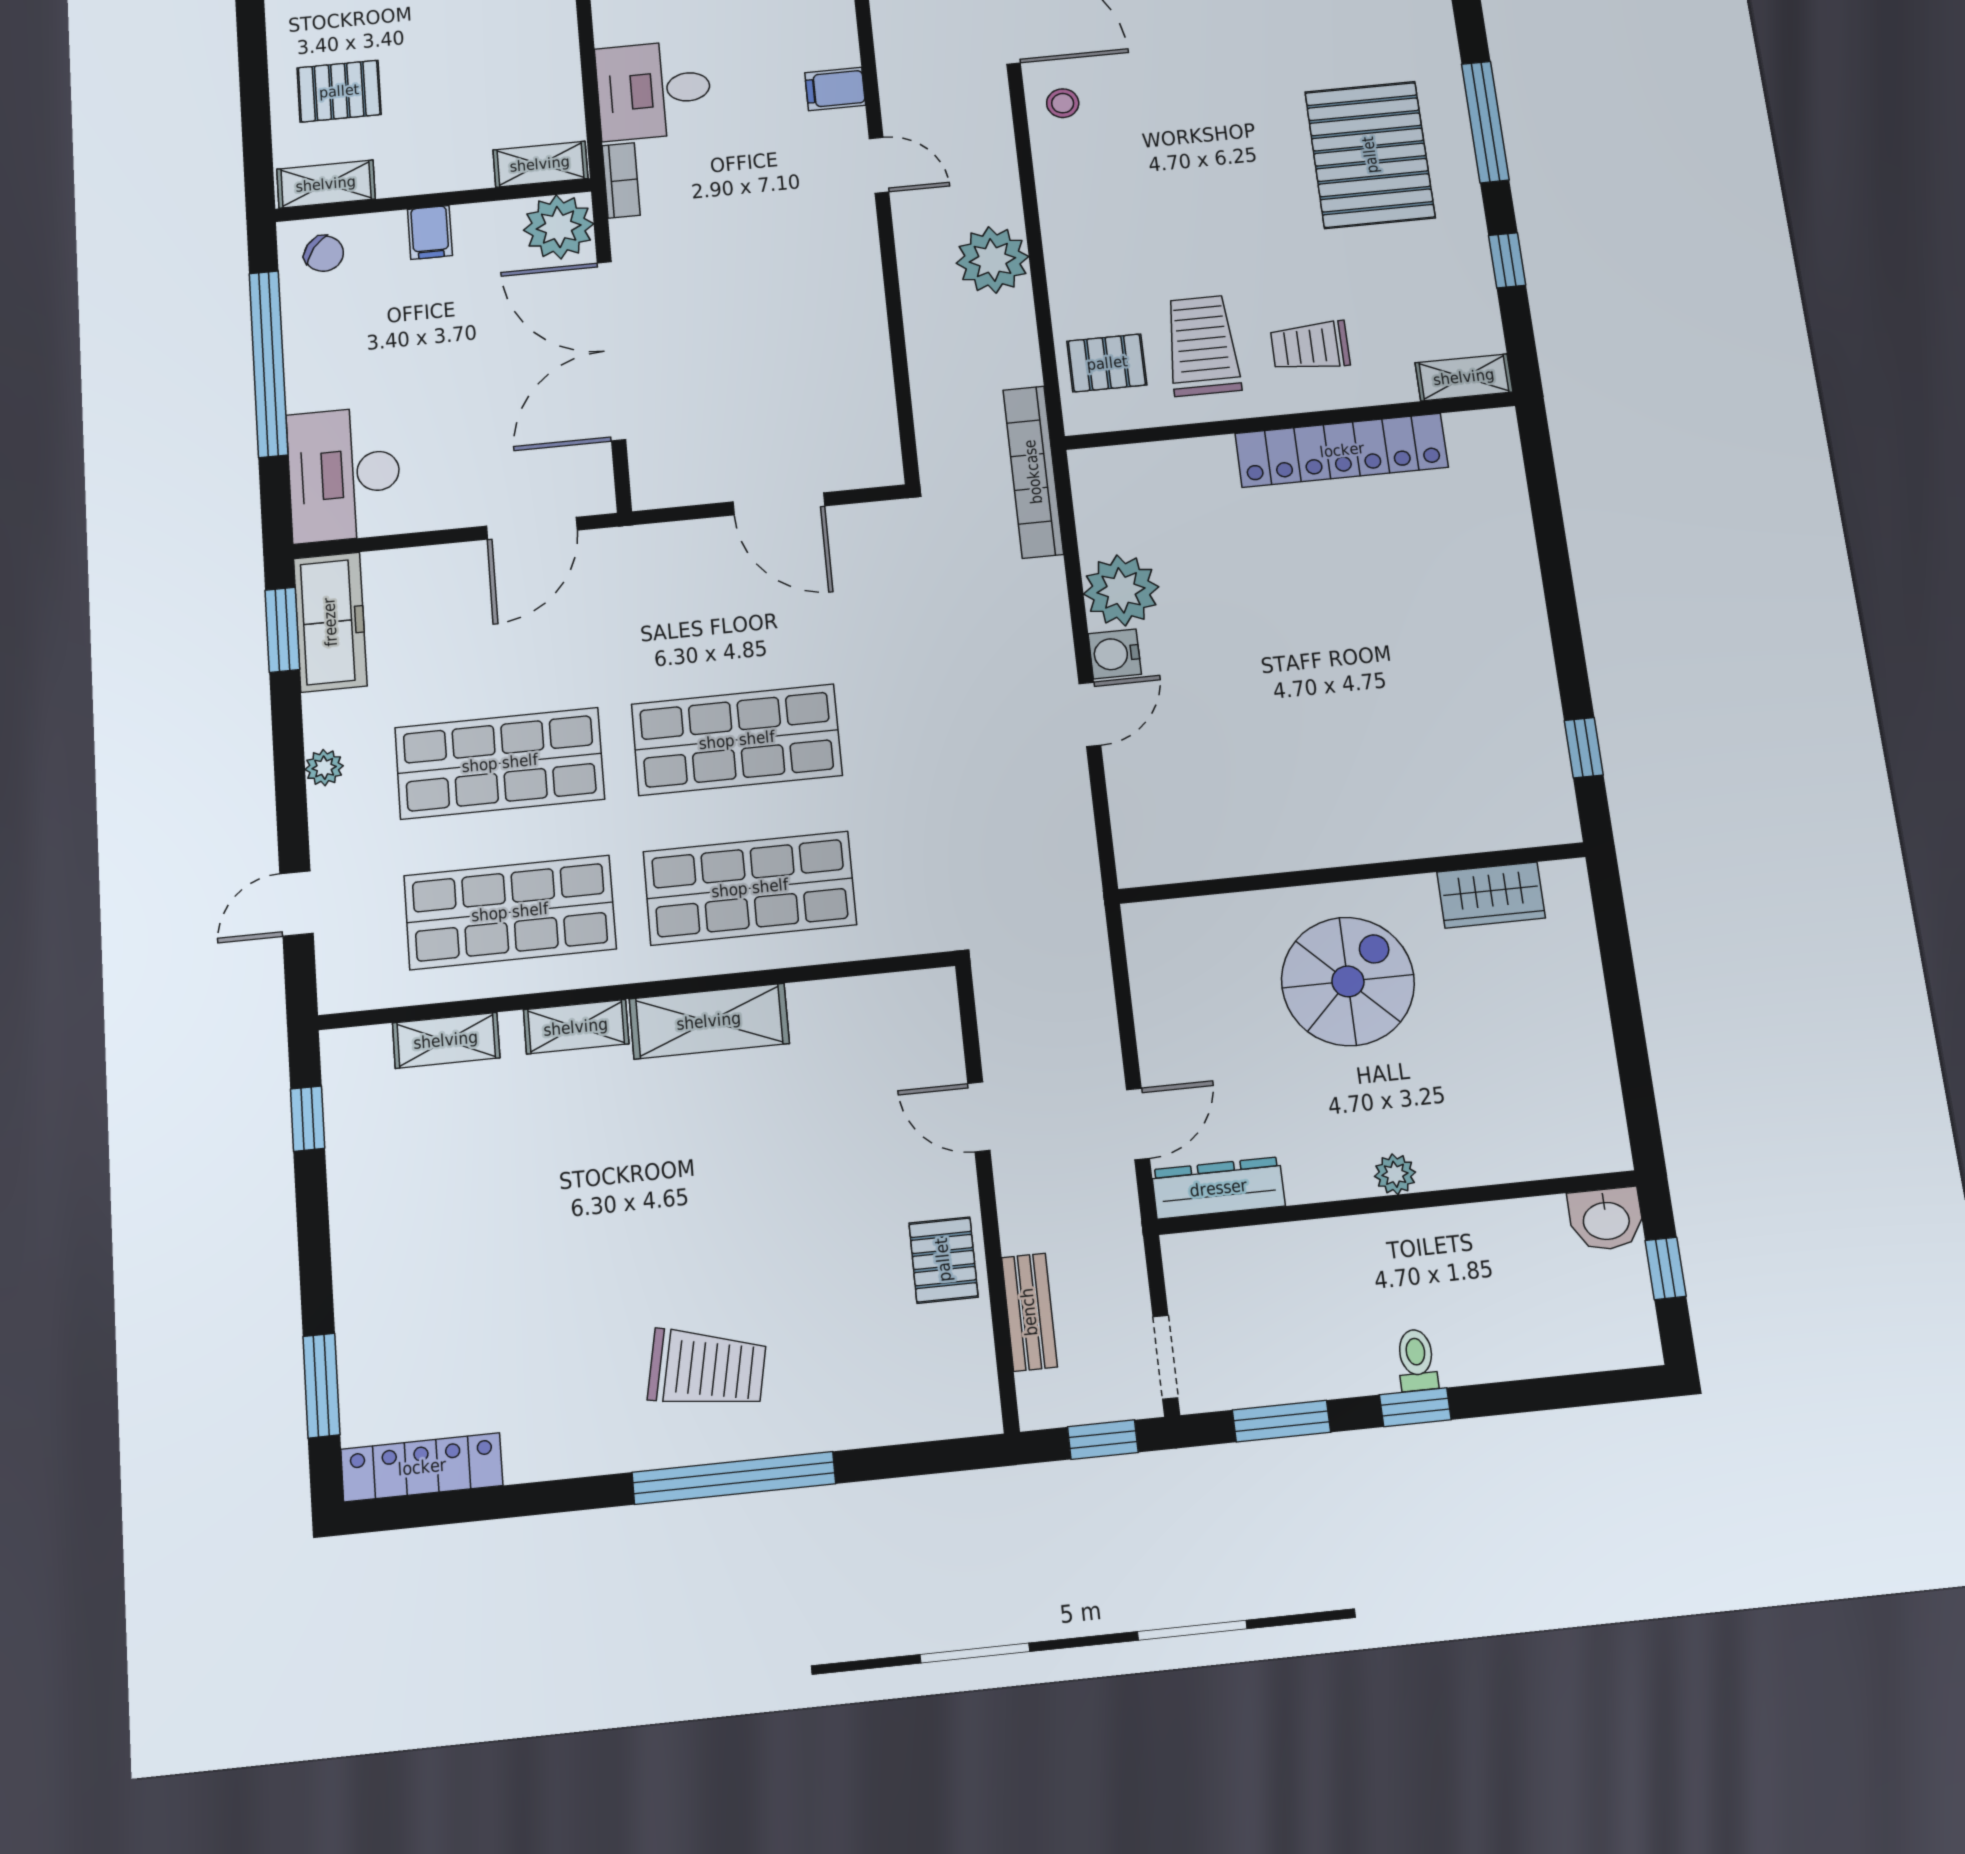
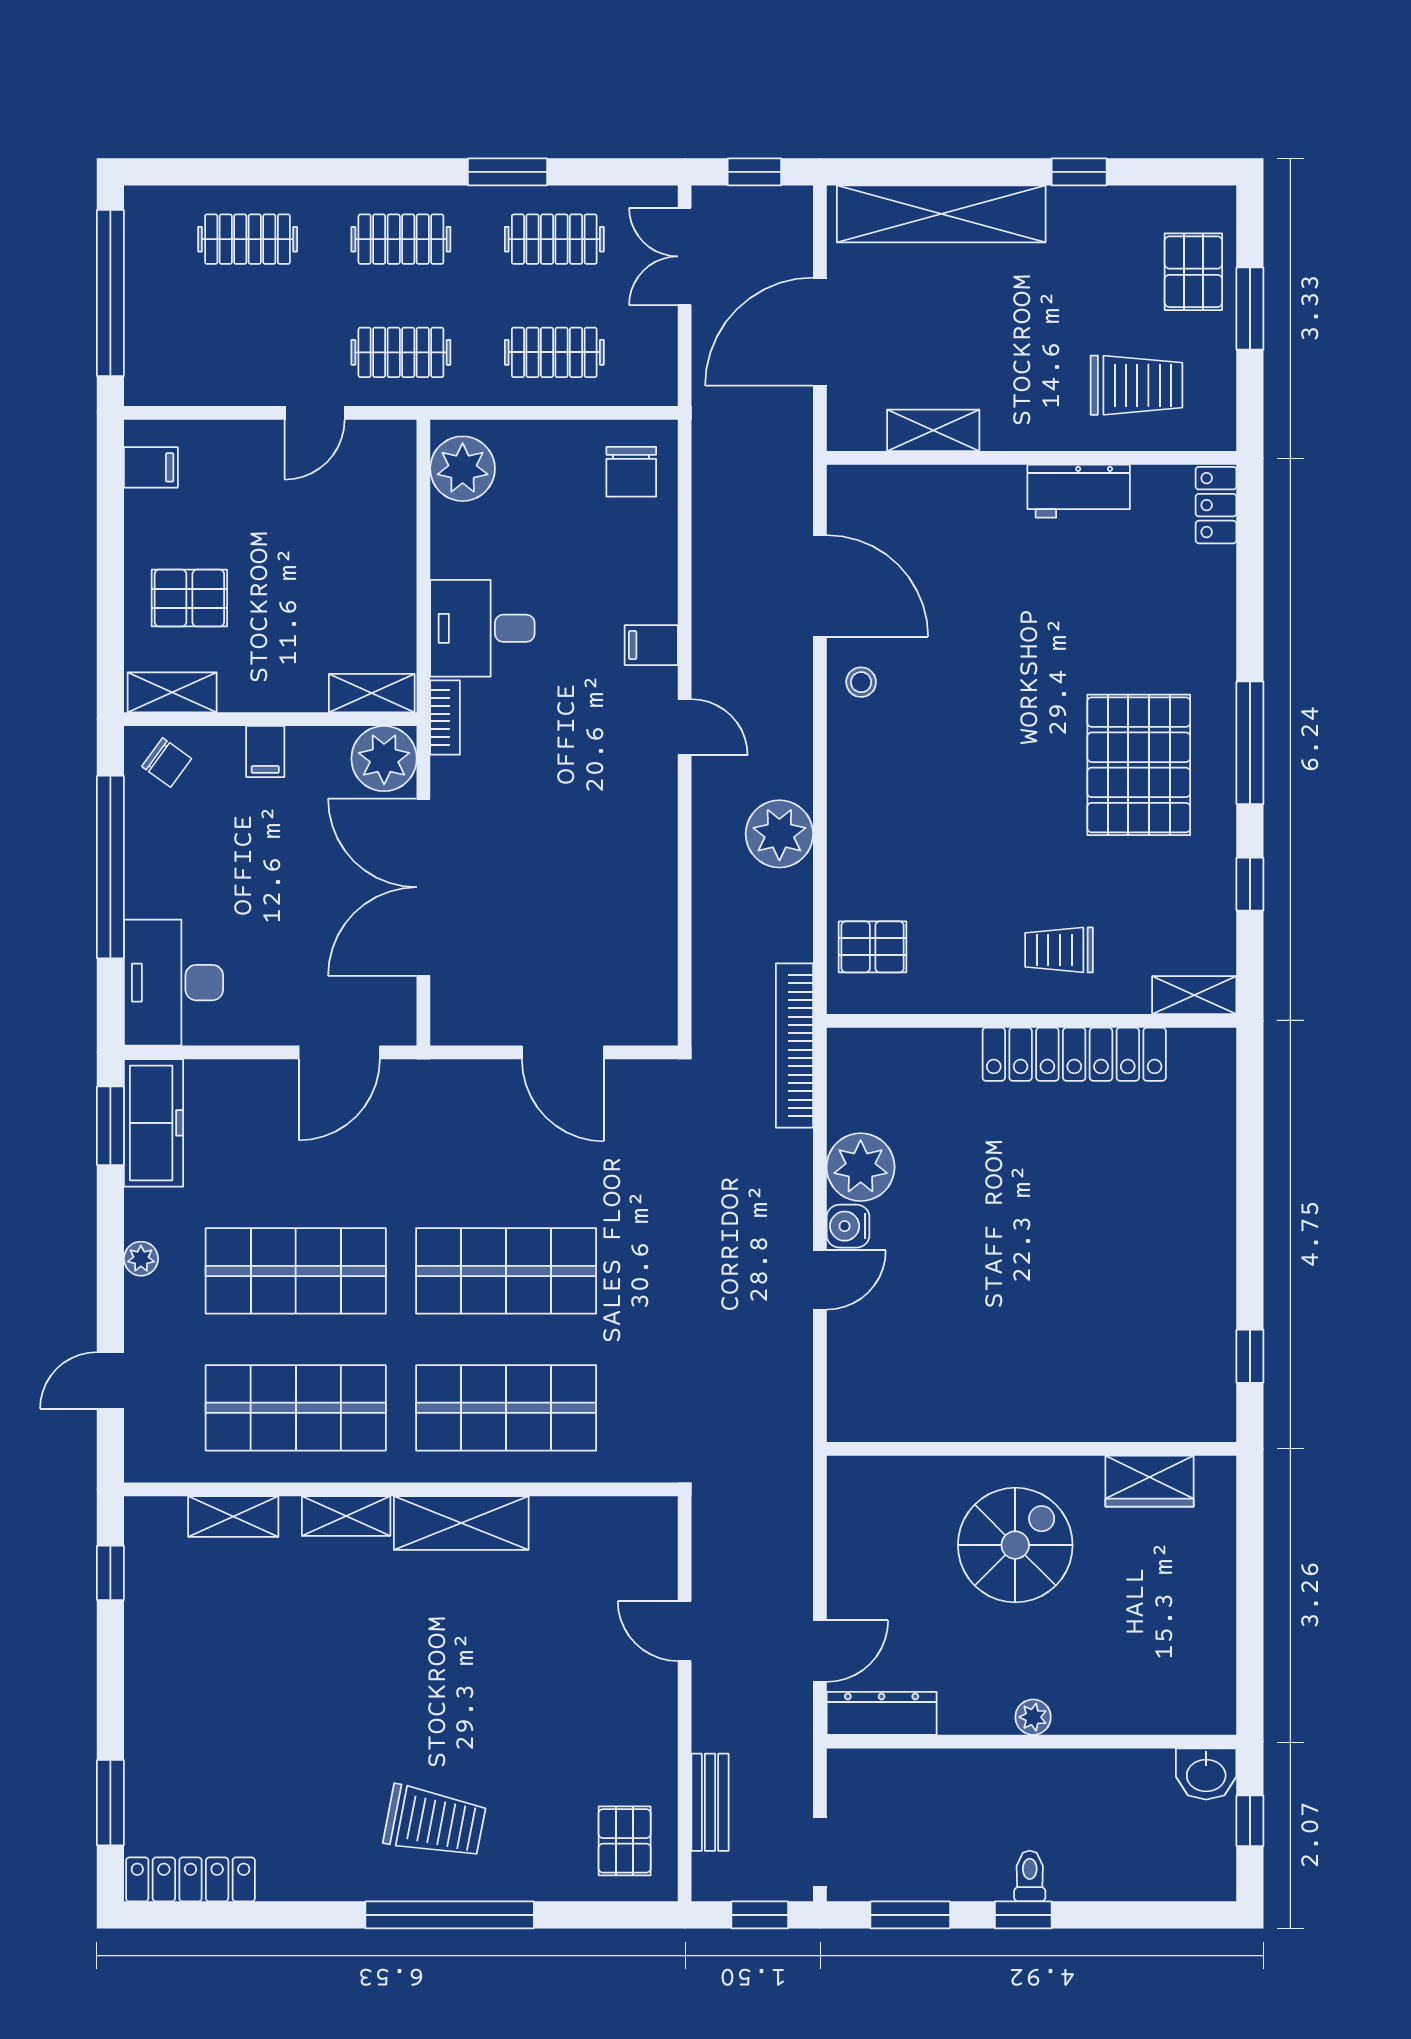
trolley: (1202, 346) -> (961, 939), removed
pallet: (943, 1260) -> (625, 1841), moved

